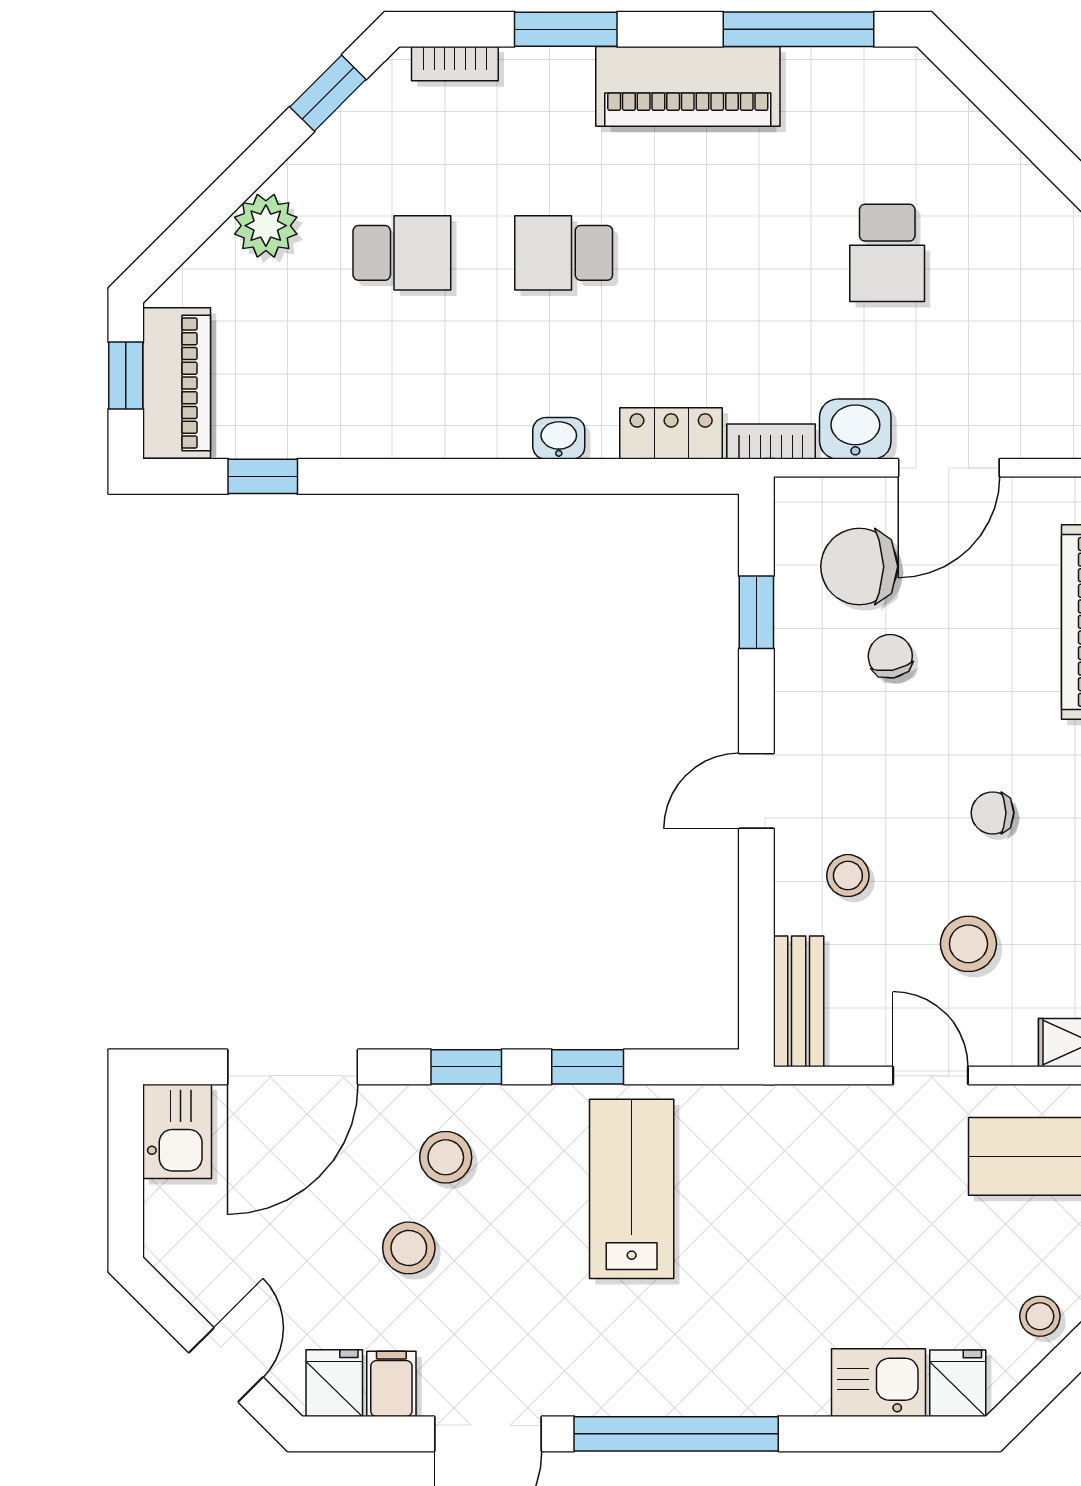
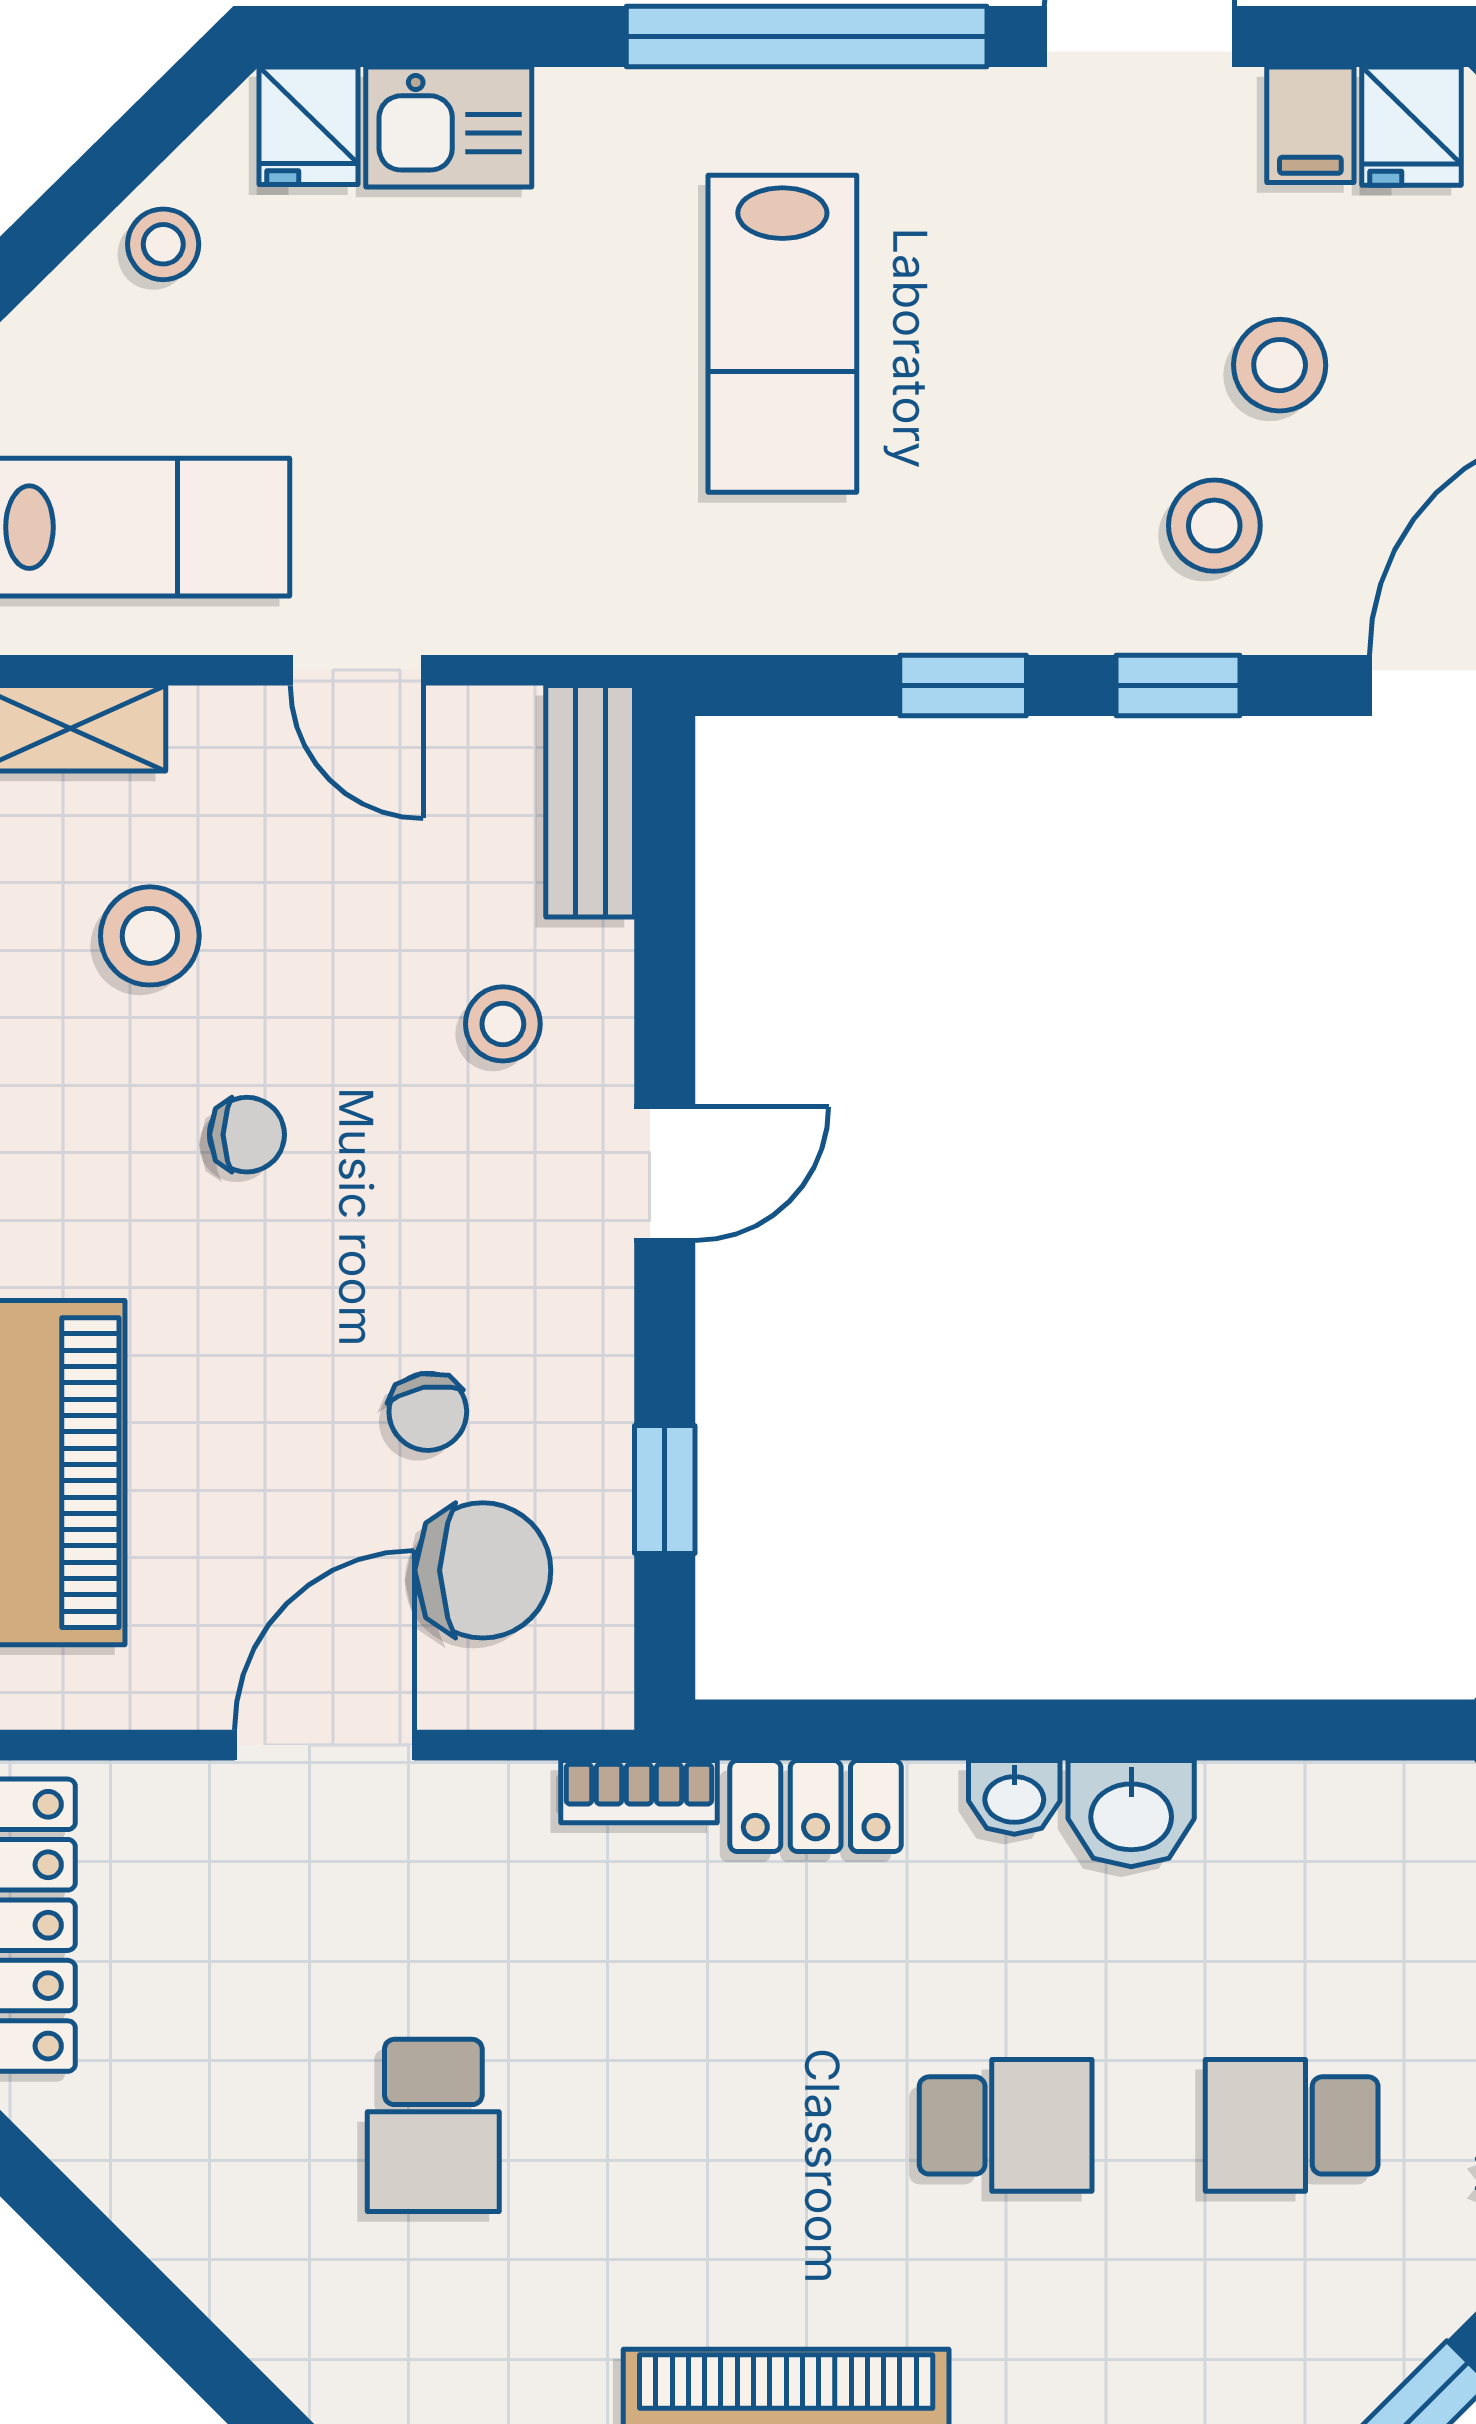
school desk: (887, 253) -> (433, 2125), turned 180
washbasin: (855, 429) -> (1131, 1814), moved
stool: (968, 944) -> (150, 936), moved
lab bench: (632, 1189) -> (782, 334), moved

